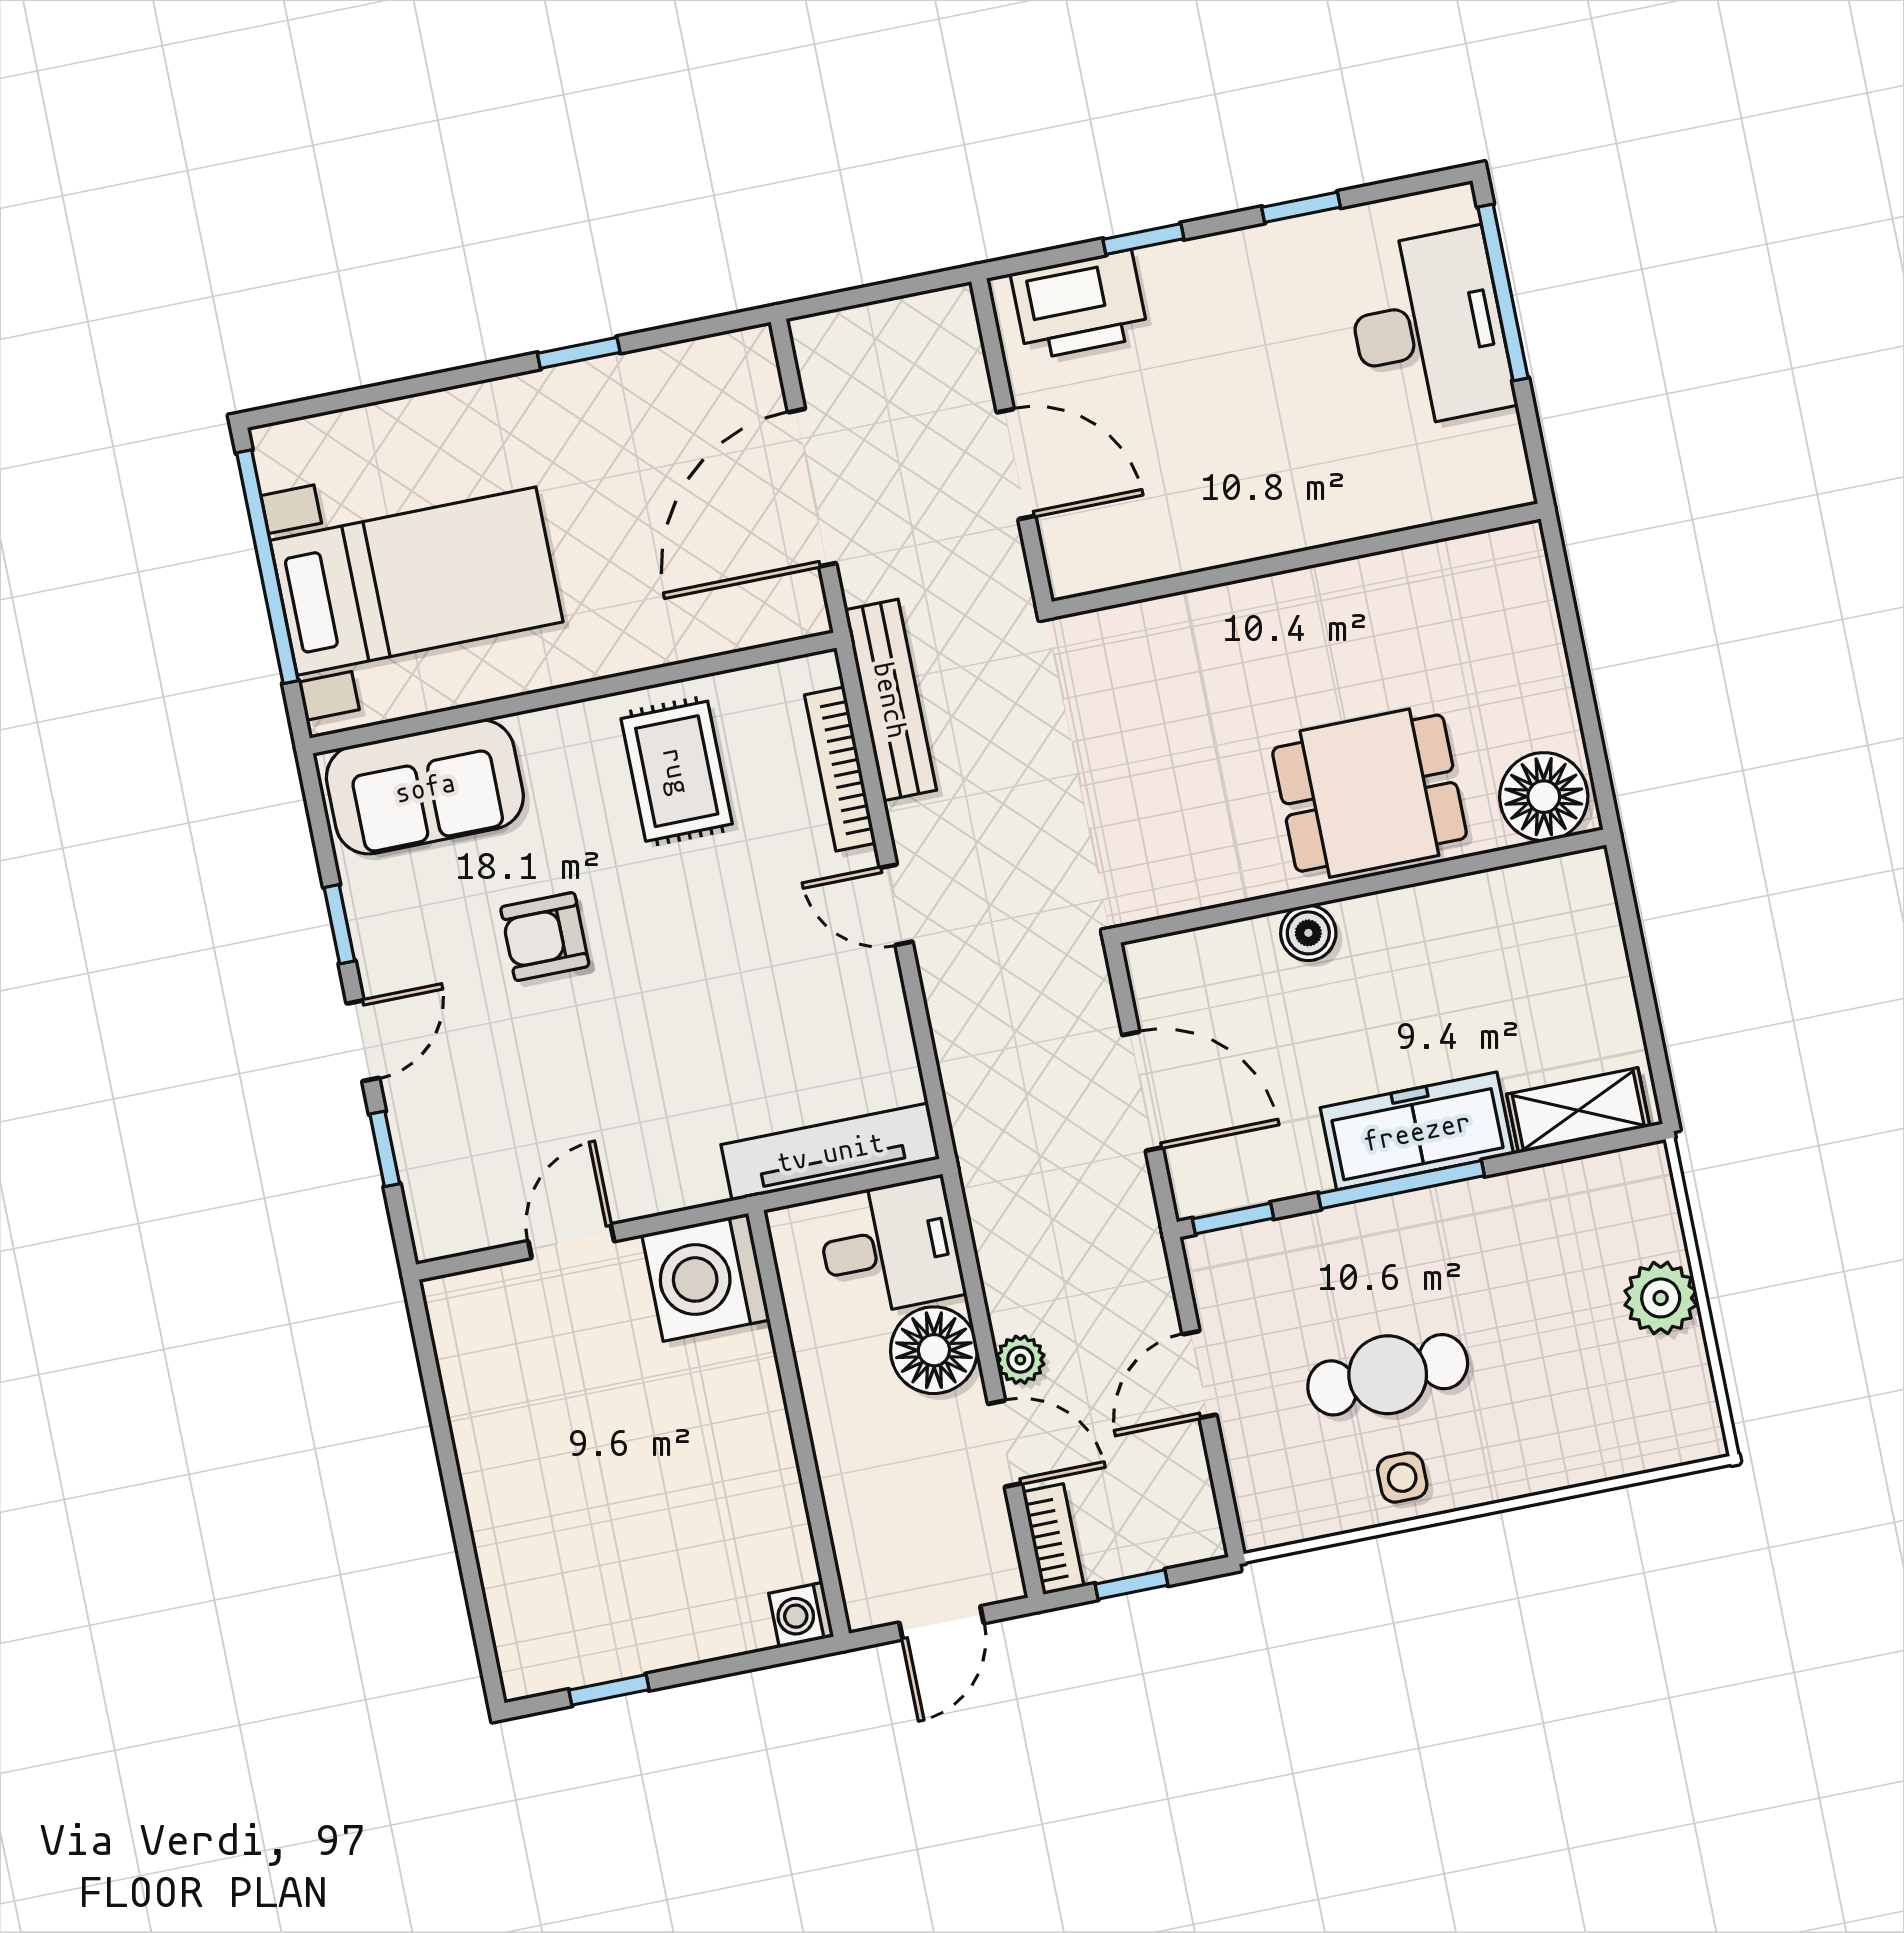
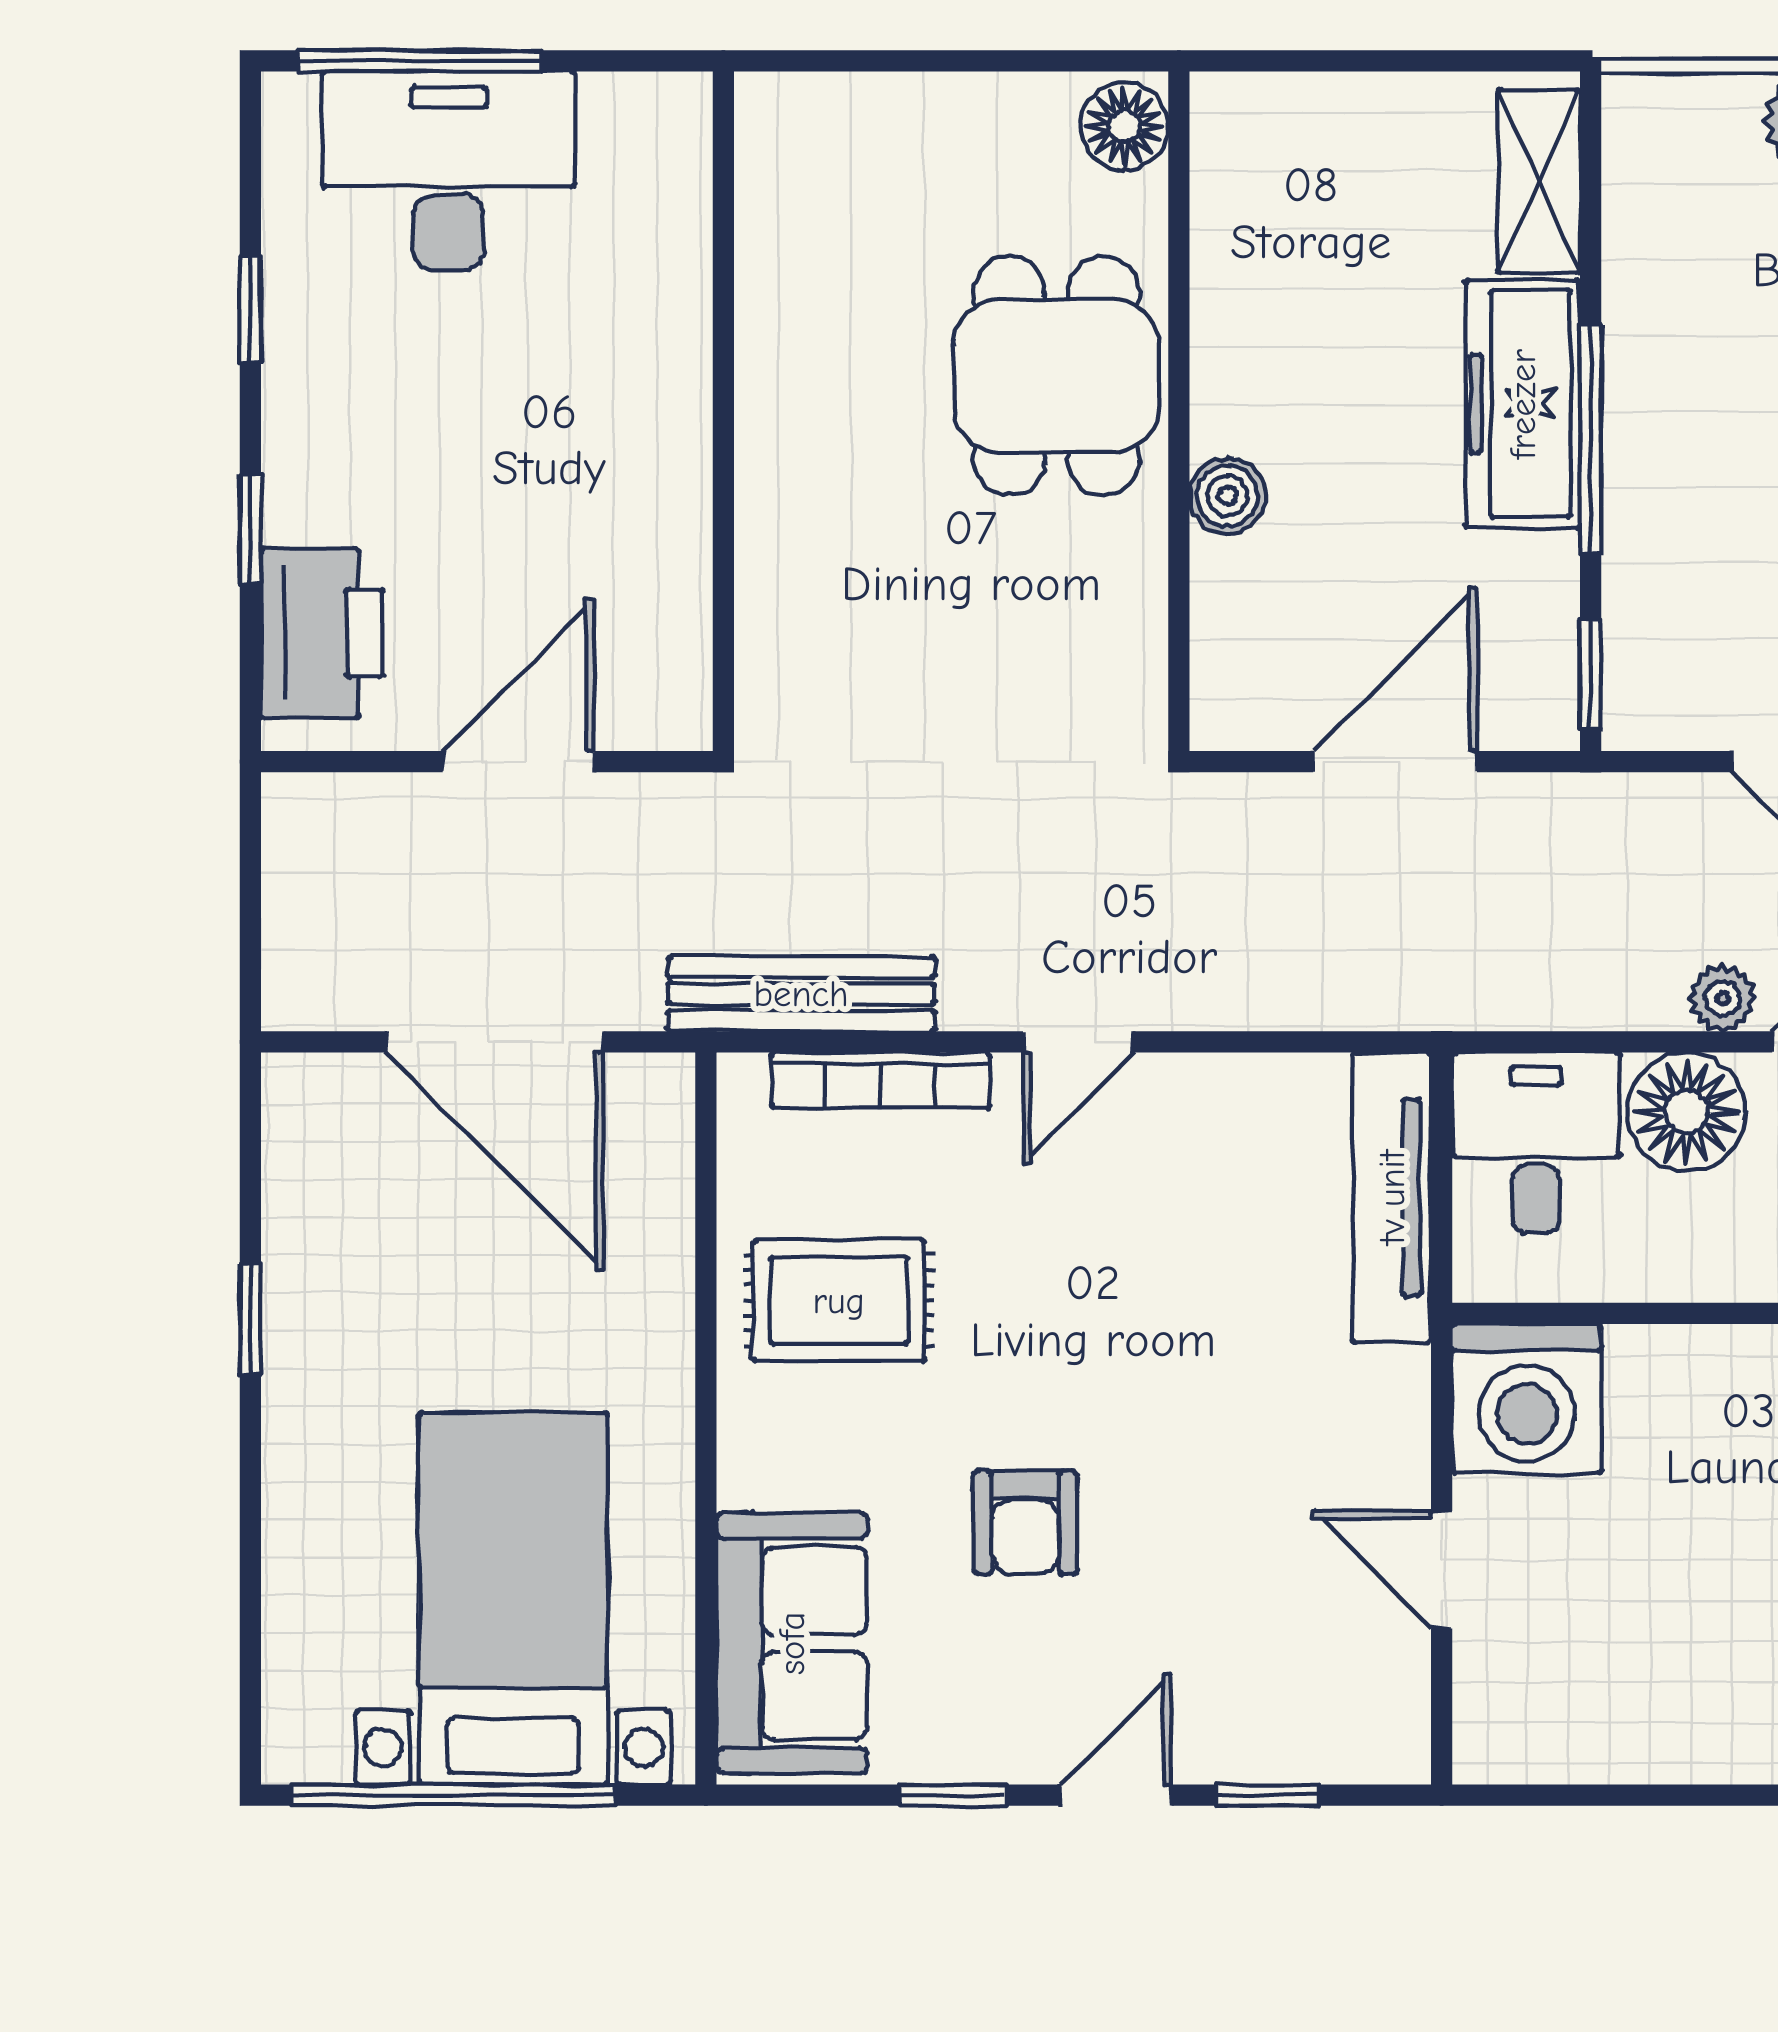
floor lamp: (1544, 797) -> (1124, 126), width x0.73, depth x0.73
door: (363, 1041) -> (1116, 1795), hinge flipped

